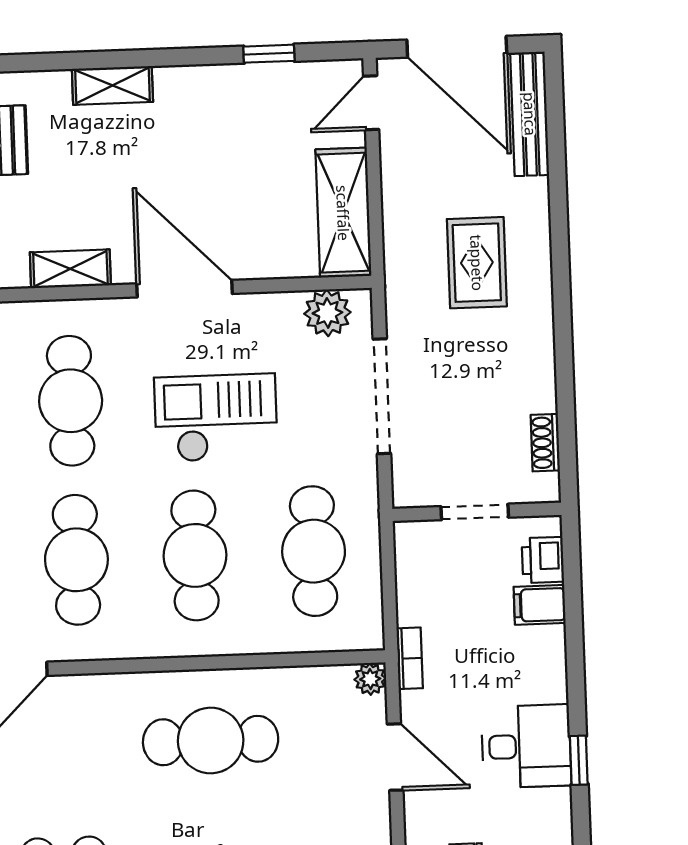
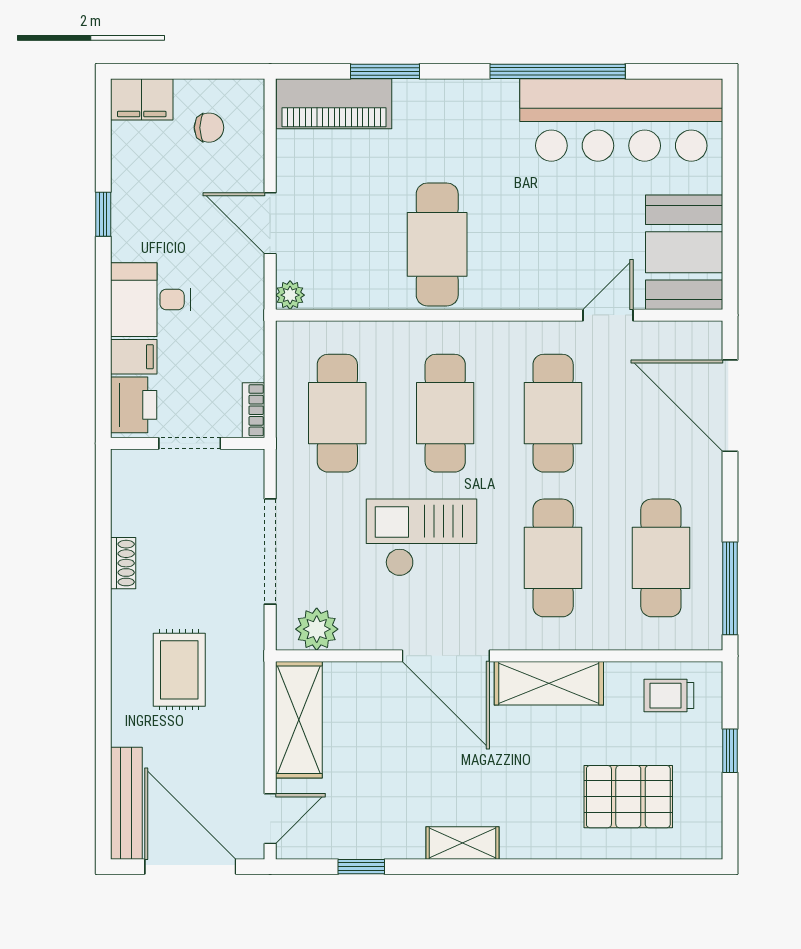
shelving: (112, 85) -> (463, 843), moved
shelving: (70, 269) -> (549, 683), width x1.50, depth x1.33
checkout: (216, 418) -> (422, 537), turned 180
shoe rack: (545, 443) -> (123, 563), moved
printer: (543, 560) -> (134, 405), width x1.36, depth x1.24
bookcase: (410, 658) -> (253, 410), moved
cafe table: (211, 741) -> (437, 244), turned 90
desk: (526, 746) -> (151, 300), moved

